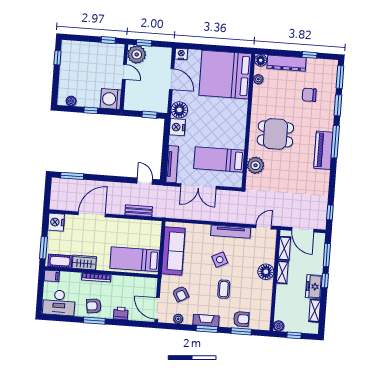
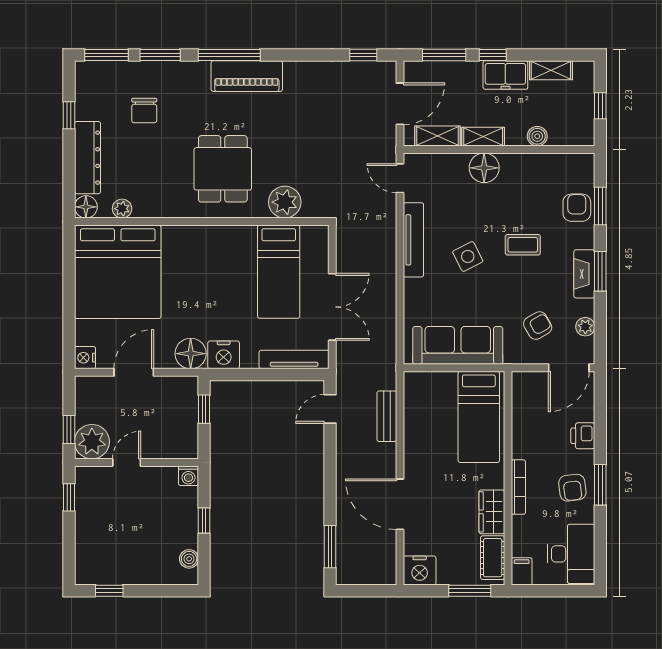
washing machine: (111, 99) -> (188, 476), width x0.53, depth x0.53
boiler: (279, 326) -> (537, 136), moved

